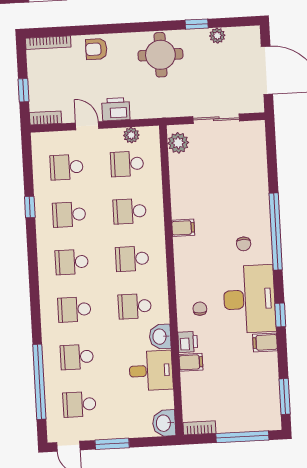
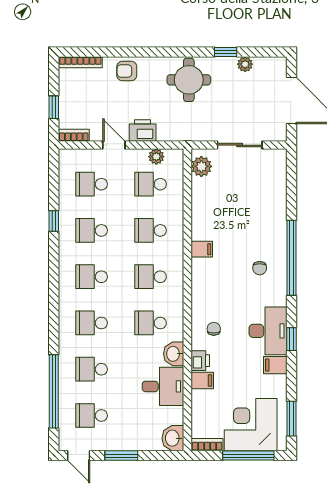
desk: (249, 299) -> (268, 331), width x0.73, depth x0.77
corner desk: (243, 405) -> (251, 425), added

